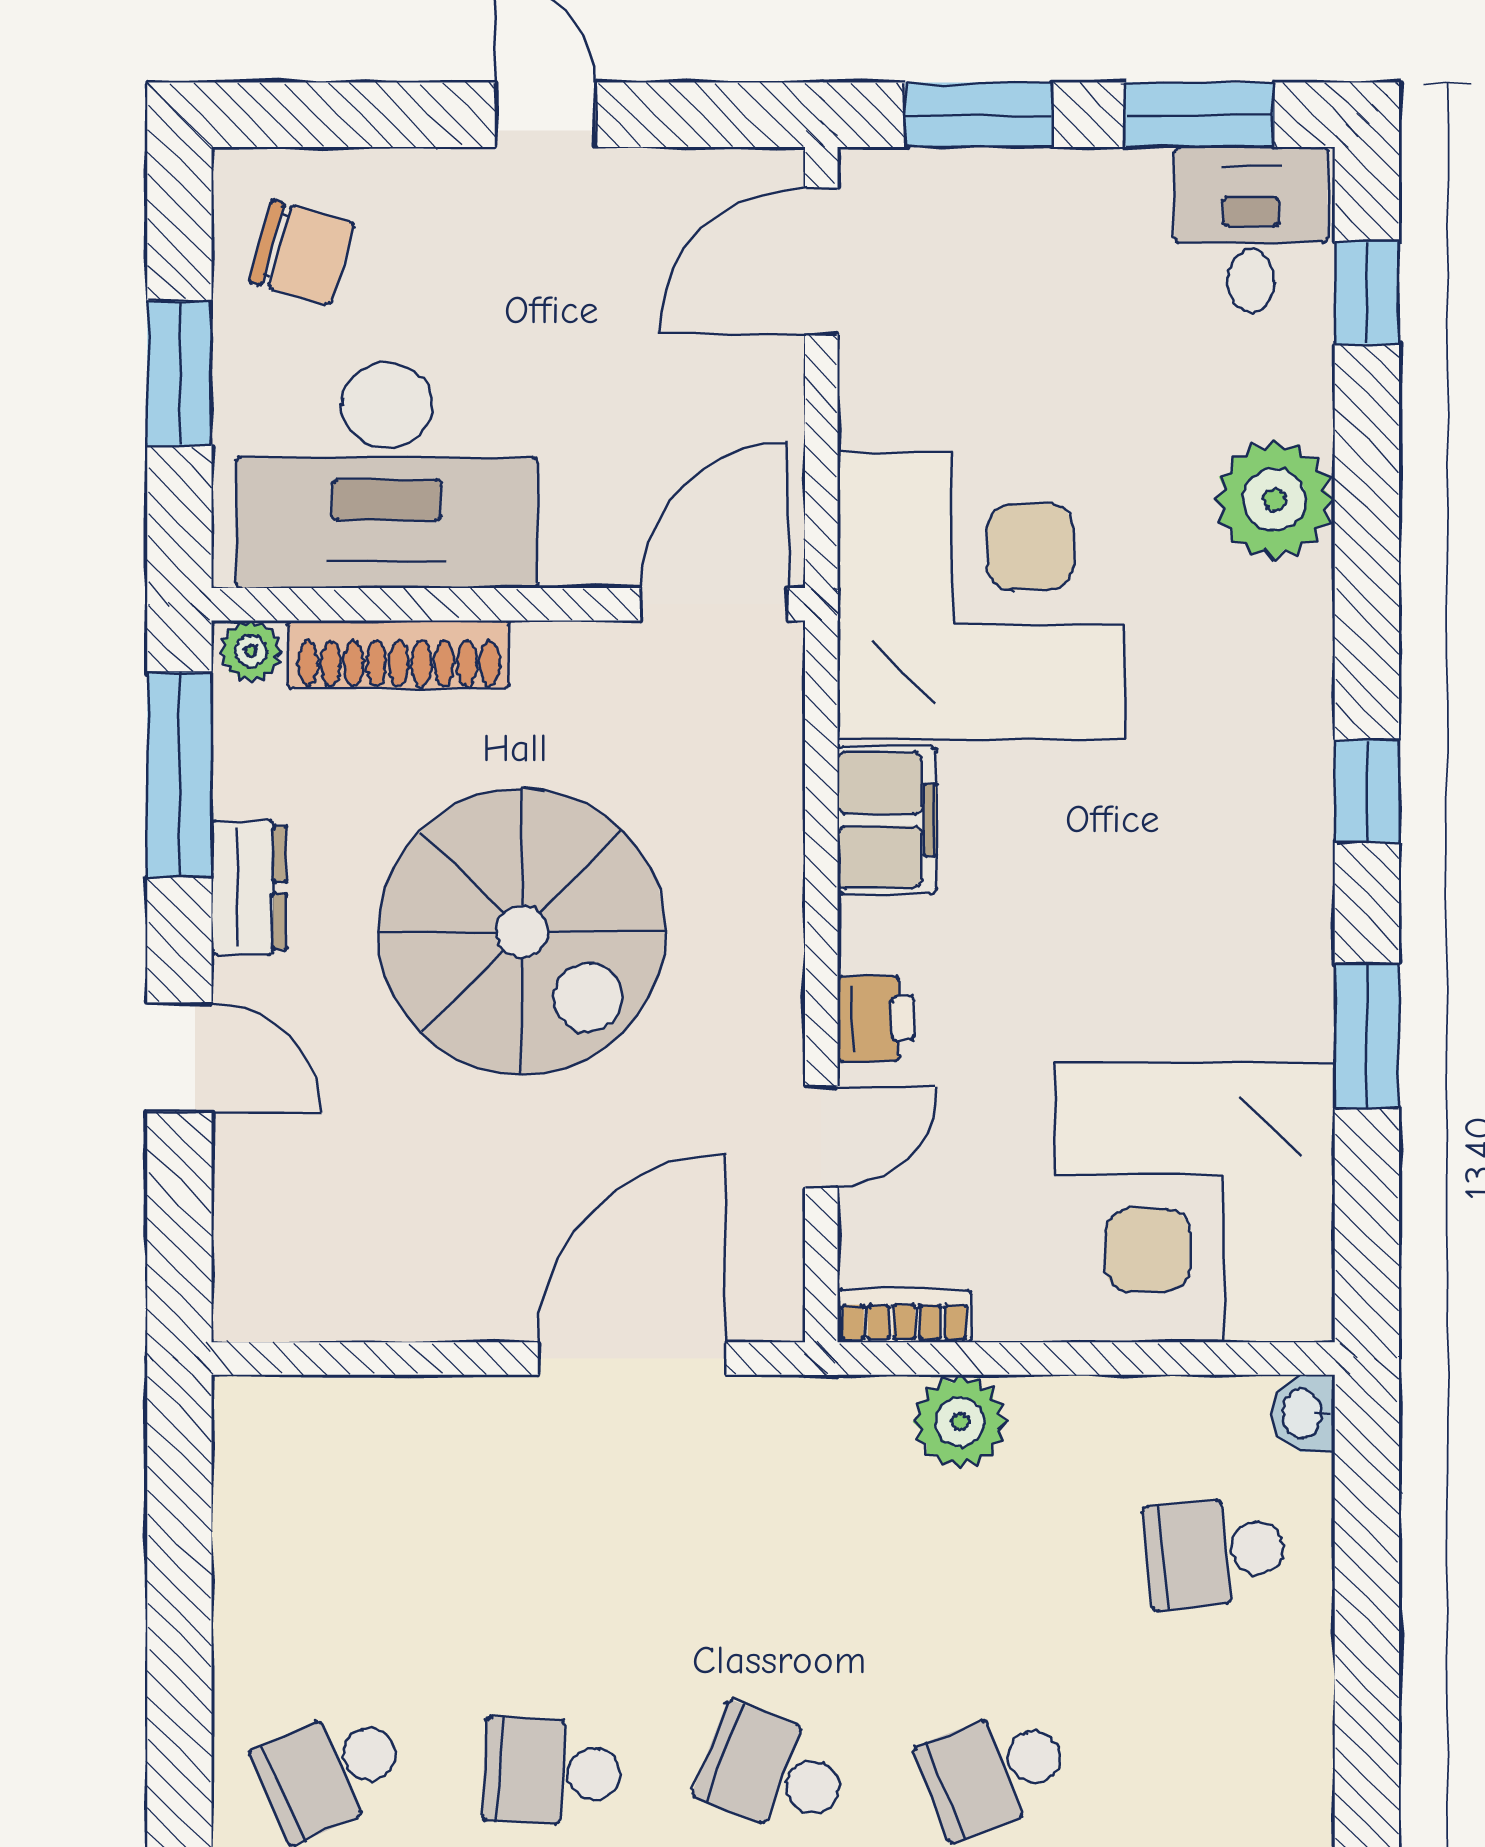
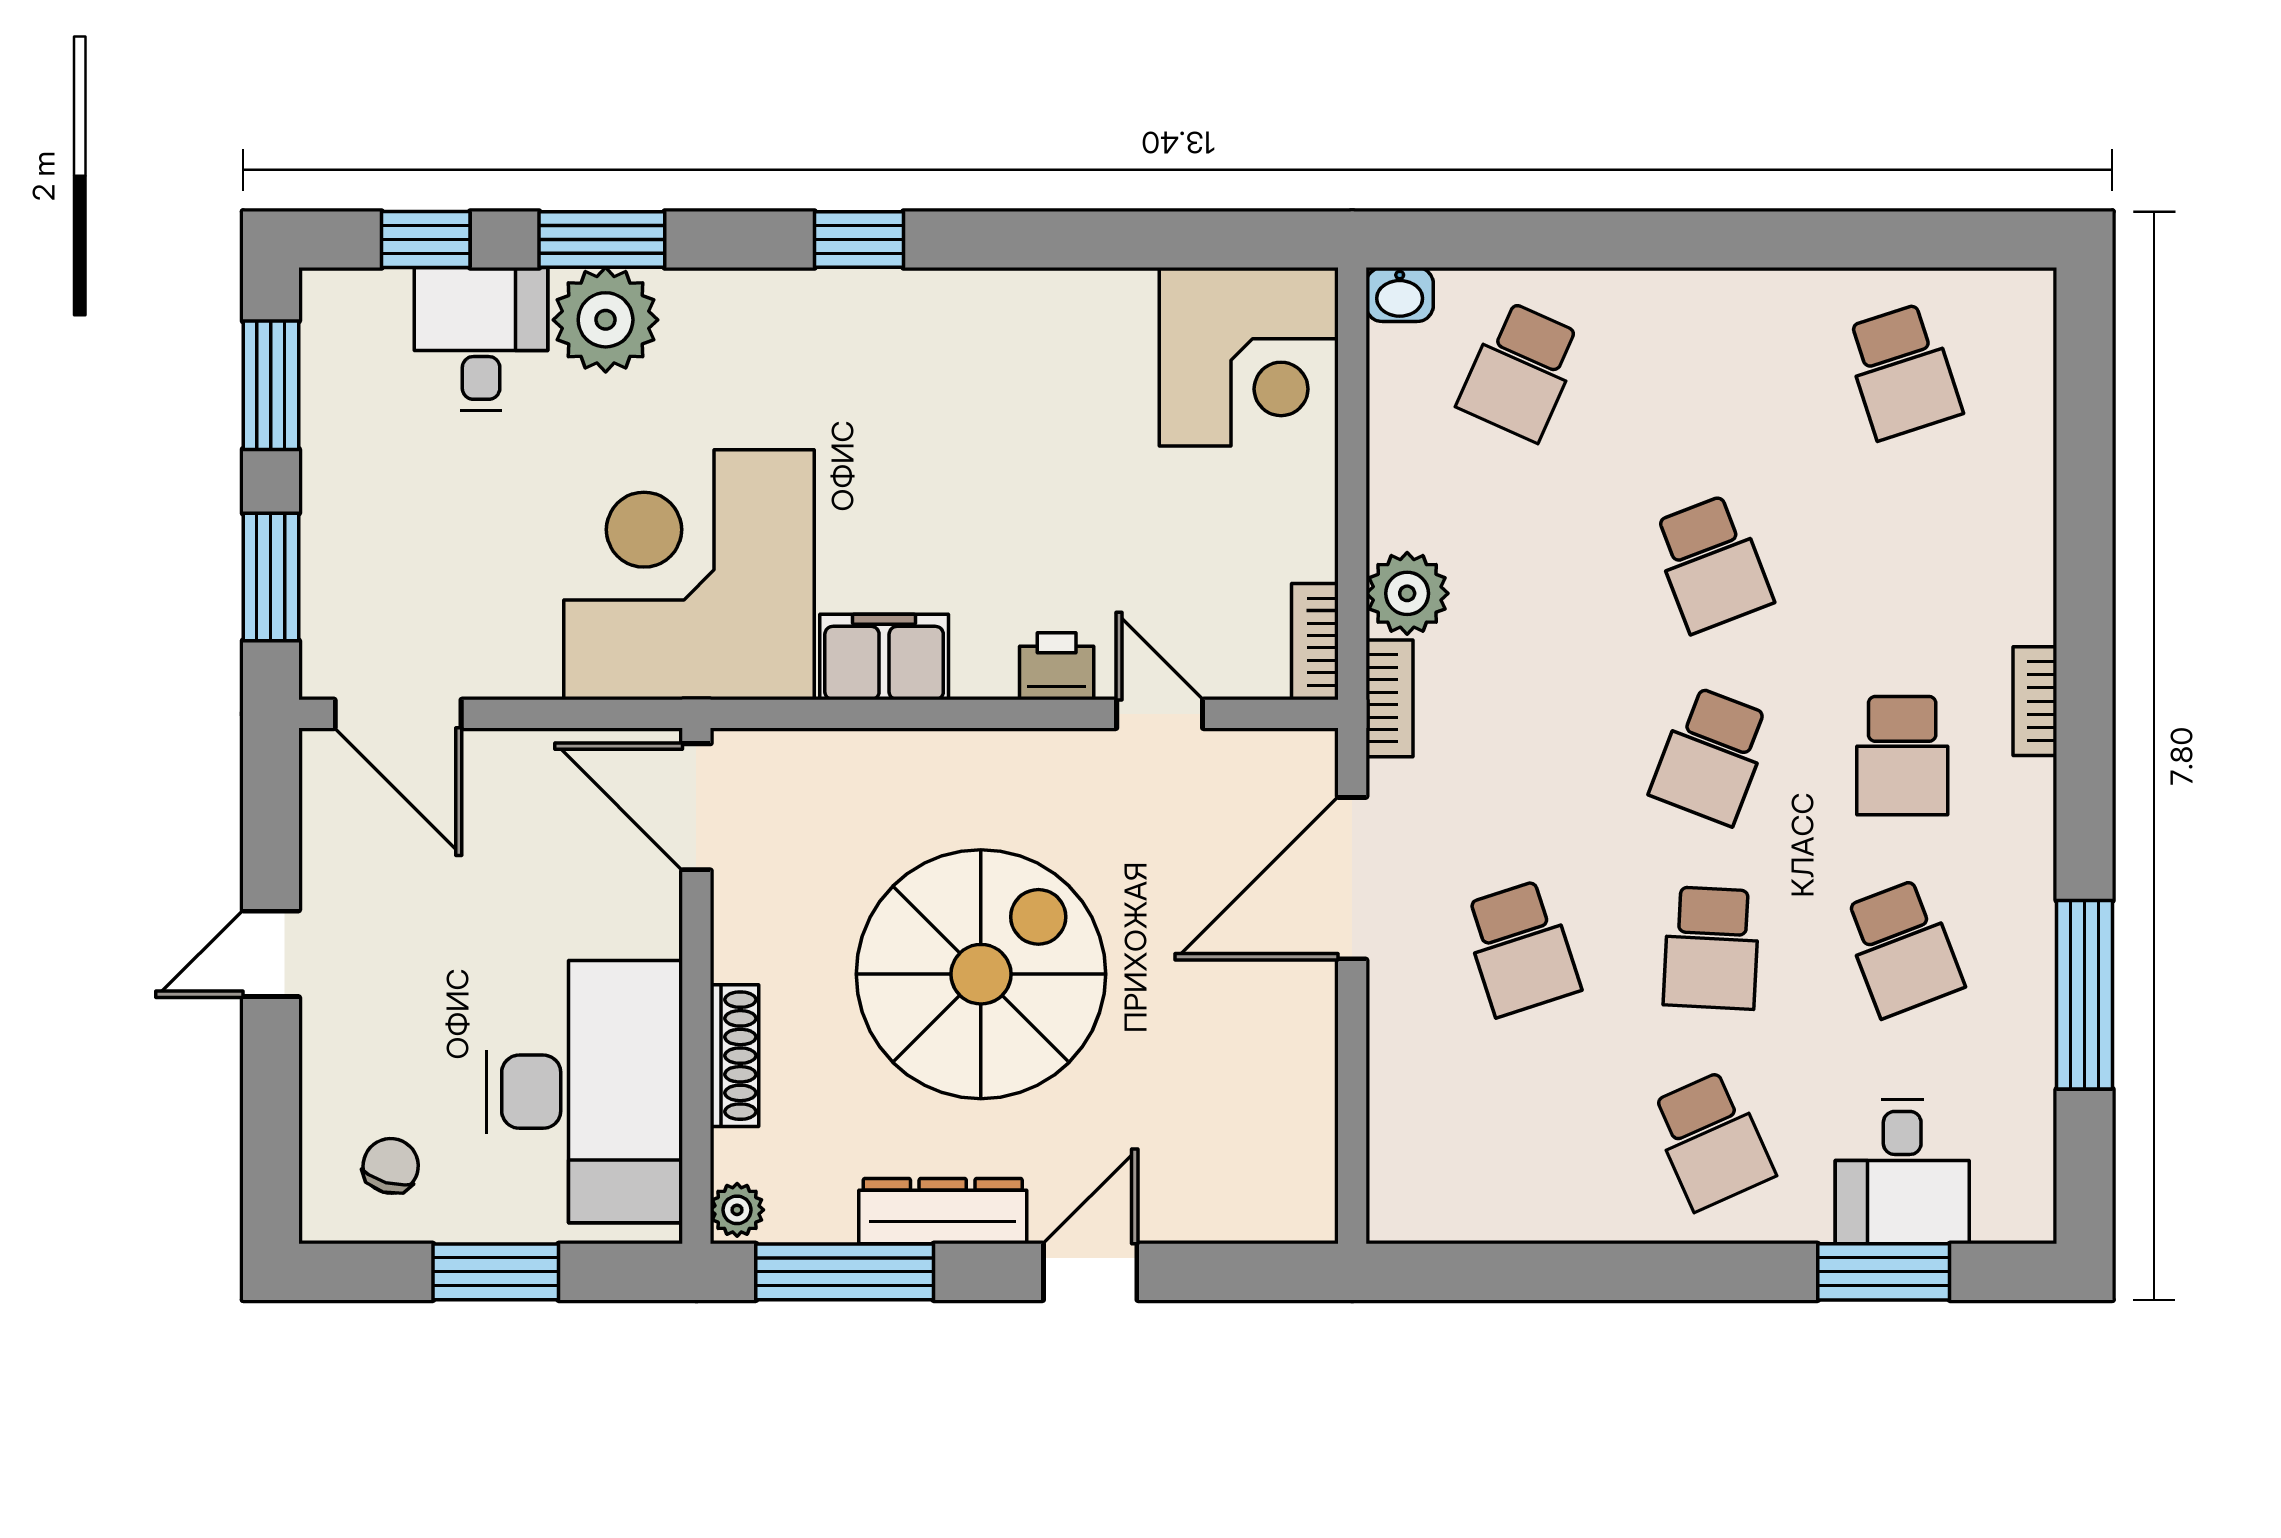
desk: (1251, 229) -> (481, 339), moved, turned 90
chair: (301, 253) -> (391, 1166), width x0.73, depth x0.73
shoe rack: (399, 655) -> (735, 1056), width x0.74, depth x0.81
dresser: (249, 888) -> (943, 1211), width x1.44
window: (1367, 1035) -> (602, 240), moved
corner desk: (1195, 1203) -> (1249, 357), width x0.74, depth x0.74
door: (632, 1359) -> (1352, 878), hinge flipped
bookcase: (839, 1401) -> (1389, 698), added
school desk: (552, 1552) -> (1521, 948), added
school desk: (1215, 1552) -> (1521, 371), turned 30

